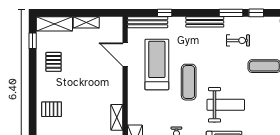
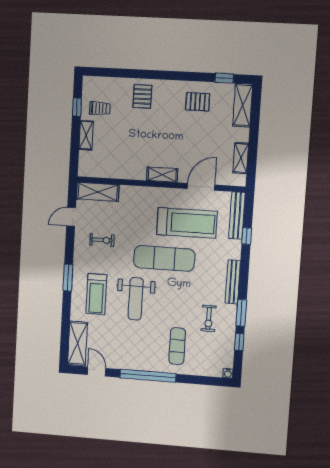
shelving: (86, 22) -> (241, 158), moved
exercise mat: (189, 82) -> (164, 258), width x1.36, depth x1.45
shelving: (117, 117) -> (162, 175), moved

